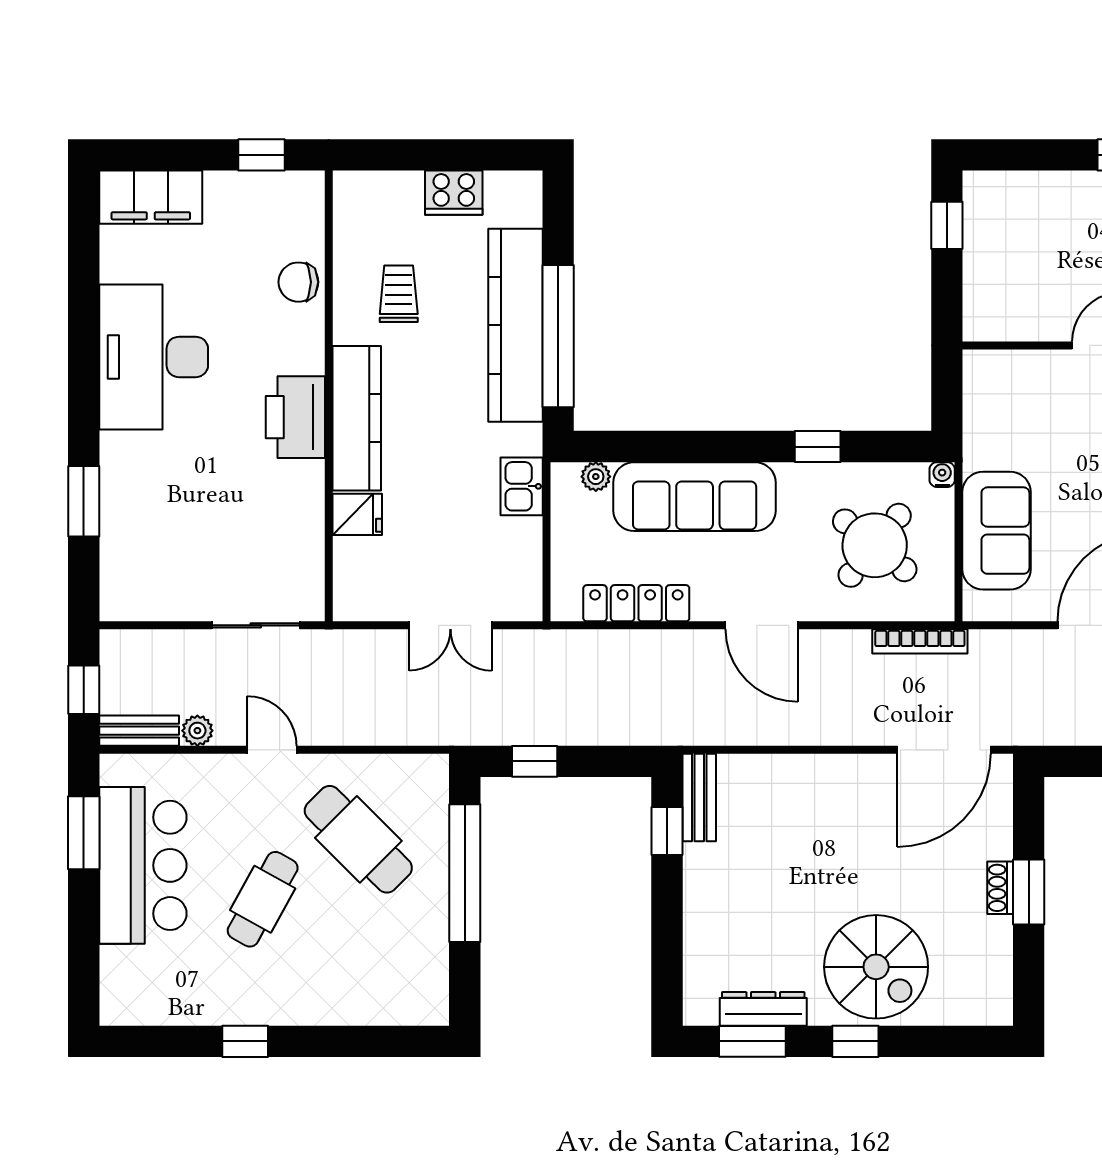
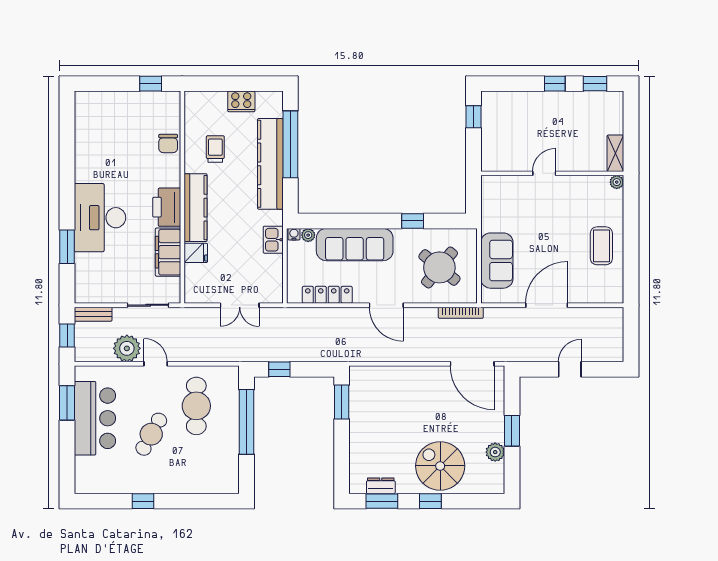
filing cabinet: (151, 197) -> (168, 252), moved, turned 90
chair: (298, 282) -> (168, 144), turned -90
window: (558, 336) -> (290, 144), moved
desk: (154, 357) -> (100, 218), moved
water cooler: (942, 475) -> (294, 234), moved
bench: (139, 731) -> (93, 314), moved
plant: (197, 731) -> (127, 348), width x1.88, depth x1.88
door: (944, 750) -> (472, 364), hinge flipped
bench: (699, 797) -> (357, 386), removed
window: (667, 831) -> (342, 402), width x1.50
cafe table: (358, 839) -> (196, 406), turned 45
shoe rack: (1000, 888) -> (499, 429), removed
plant: (993, 937) -> (495, 452), added
spiral stairs: (876, 967) -> (440, 466), turned 180
dresser: (763, 1009) -> (381, 486), width x0.70

